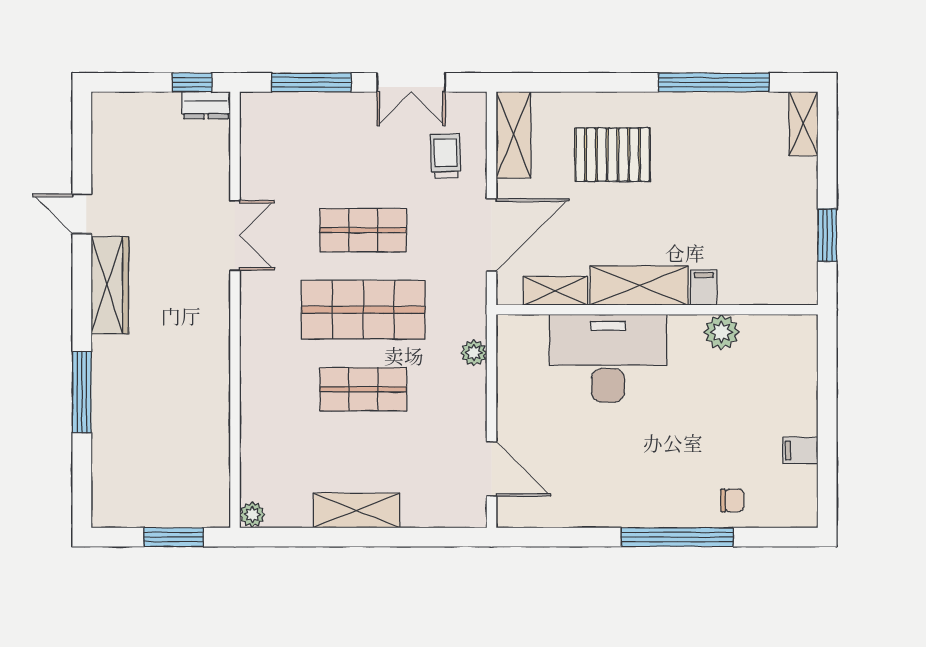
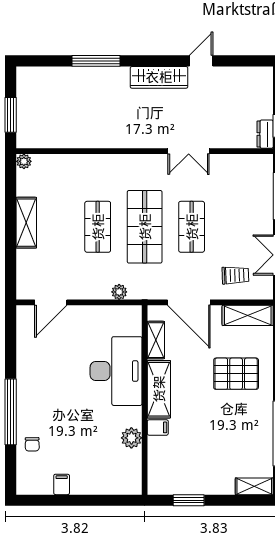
pallet: (613, 155) -> (236, 374), turned 90

